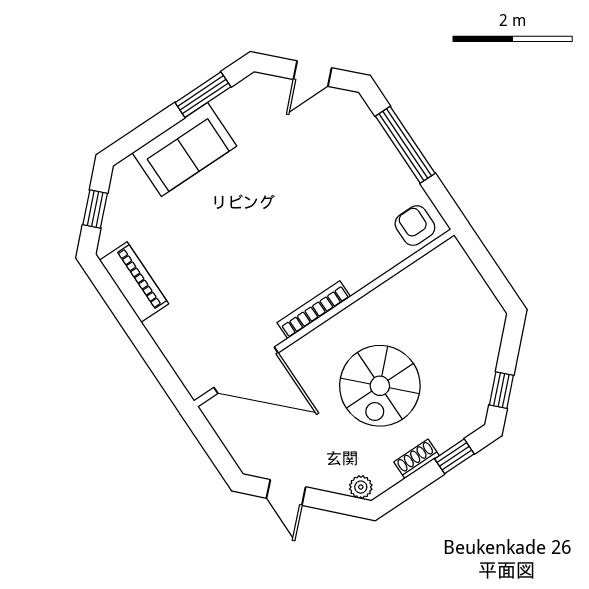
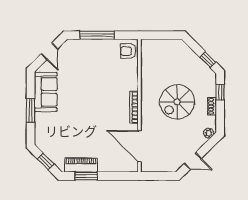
window: (203, 95) -> (31, 111), moved
sofa: (184, 149) -> (46, 92), moved
window: (119, 306) -> (86, 176), added
door: (246, 370) -> (139, 146), swing flipped
spiral stairs: (380, 386) -> (177, 102), turned 90

